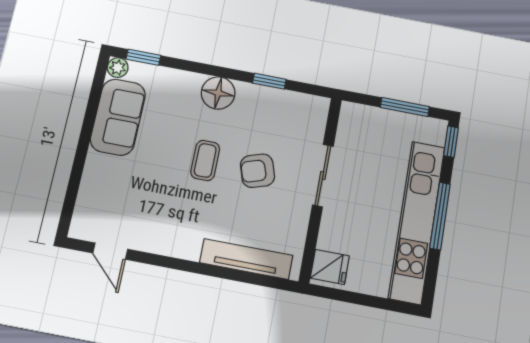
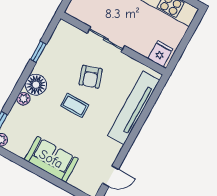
plant: (191, 81) -> (23, 99), added
sofa: (118, 117) -> (51, 159), moved
tv unit: (246, 259) -> (134, 108), width x1.36, depth x1.29

